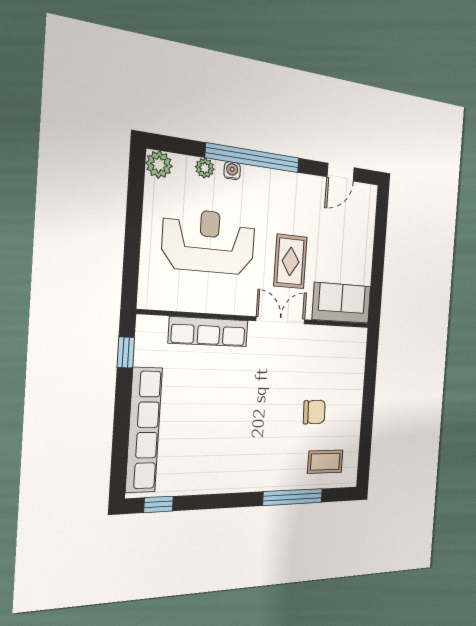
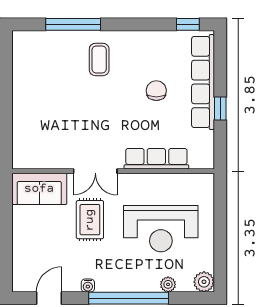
water cooler: (232, 171) -> (88, 286), moved
window: (126, 352) -> (220, 108), moved
chair: (314, 412) -> (156, 91), moved, turned 92
coffee table: (325, 462) -> (99, 59), moved, turned 90

